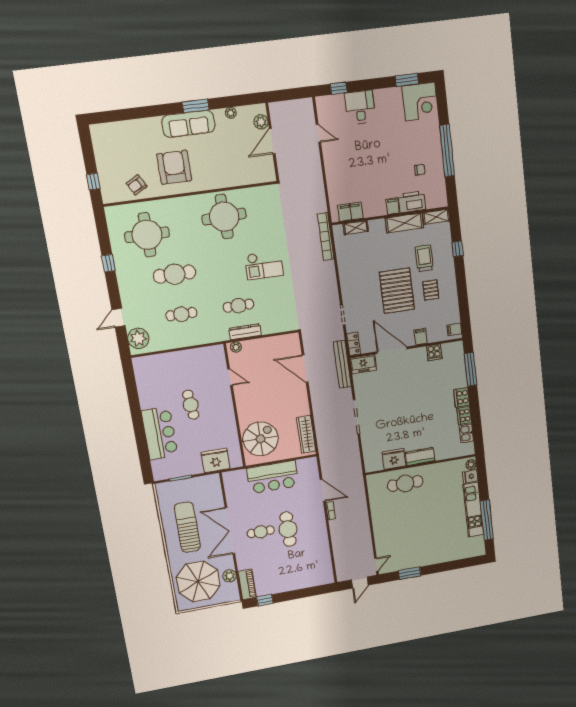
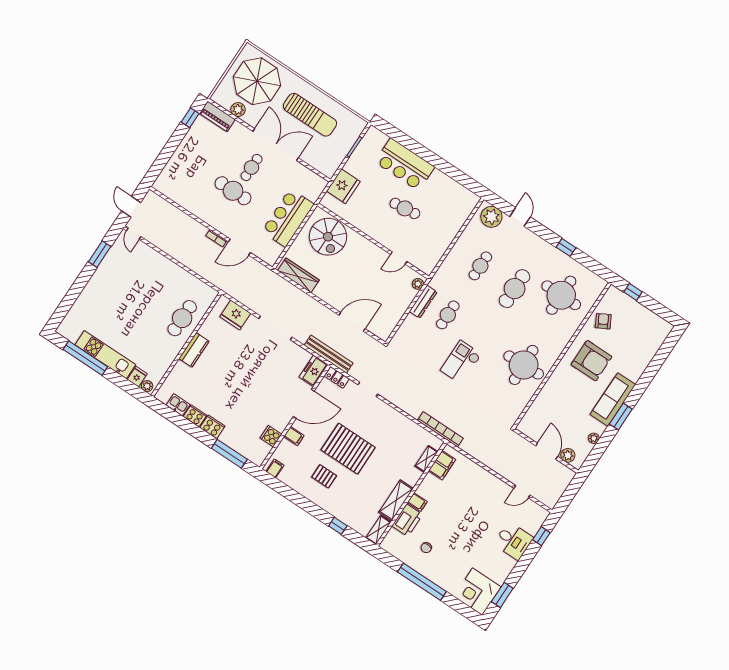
trolley: (424, 258) -> (354, 493), removed
fridge: (394, 459) -> (235, 315), moved, turned 90

